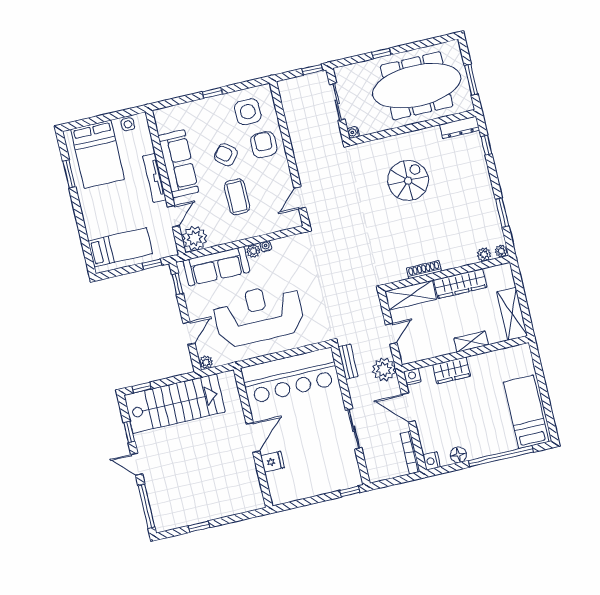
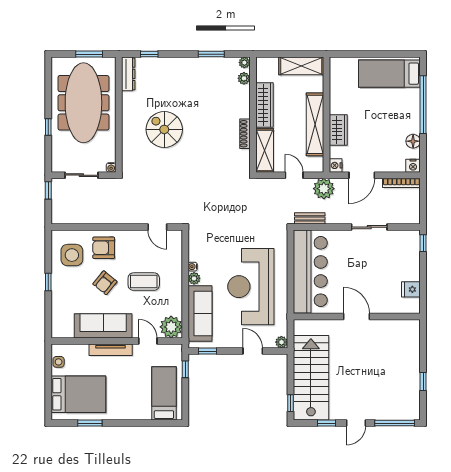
shelving: (471, 342) -> (315, 124), width x2.20, depth x1.33
fridge: (272, 462) -> (411, 289), moved, turned -90

